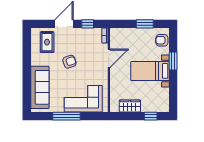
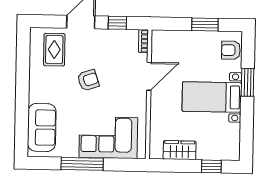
sofa: (40, 87) -> (42, 127), width x0.73

